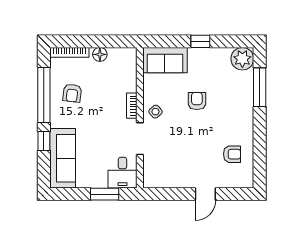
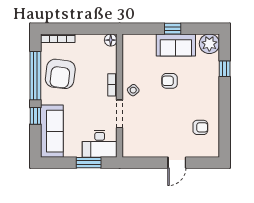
floor lamp: (100, 54) -> (111, 40), moved
sofa: (165, 60) -> (176, 45), moved
window: (260, 87) -> (225, 69), width x0.46
armchair: (72, 93) -> (60, 74), width x1.88, depth x1.88
armchair: (197, 101) -> (170, 81), turned -90
desk: (122, 173) -> (100, 144), width x1.37

